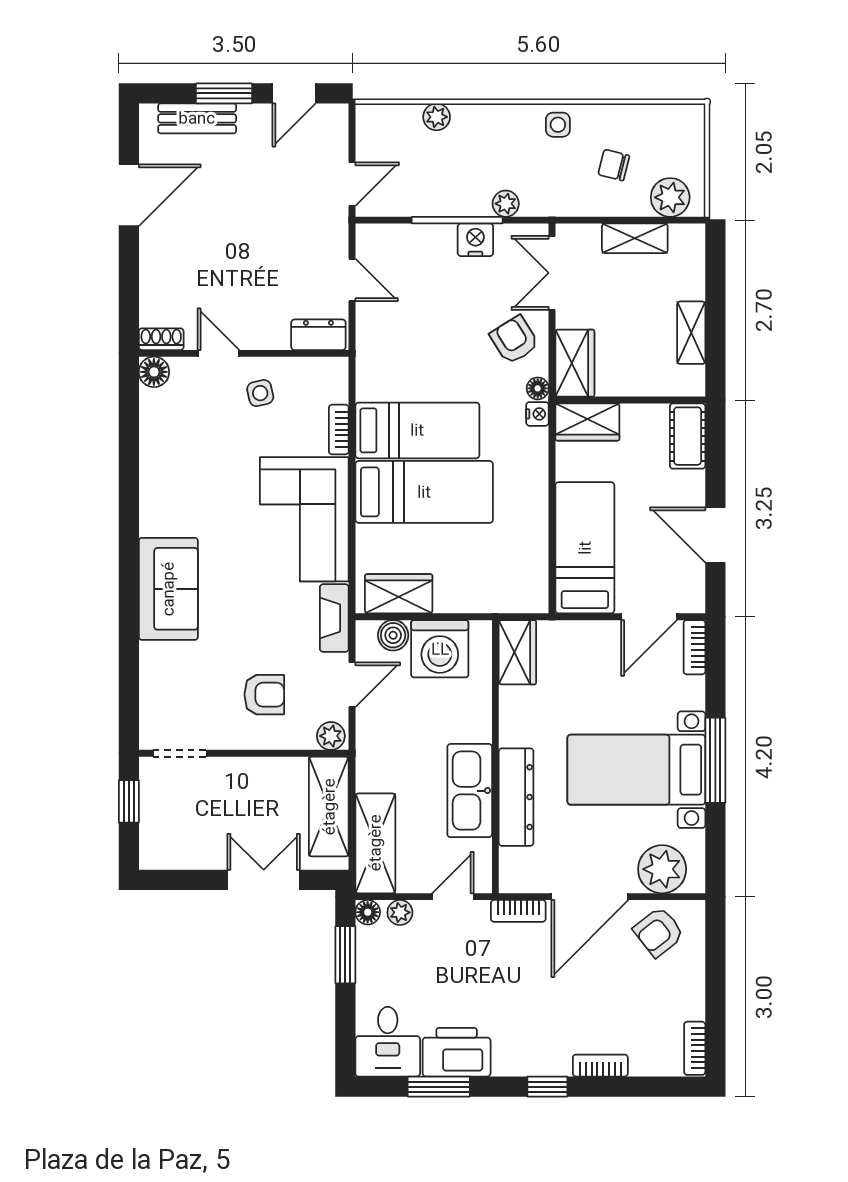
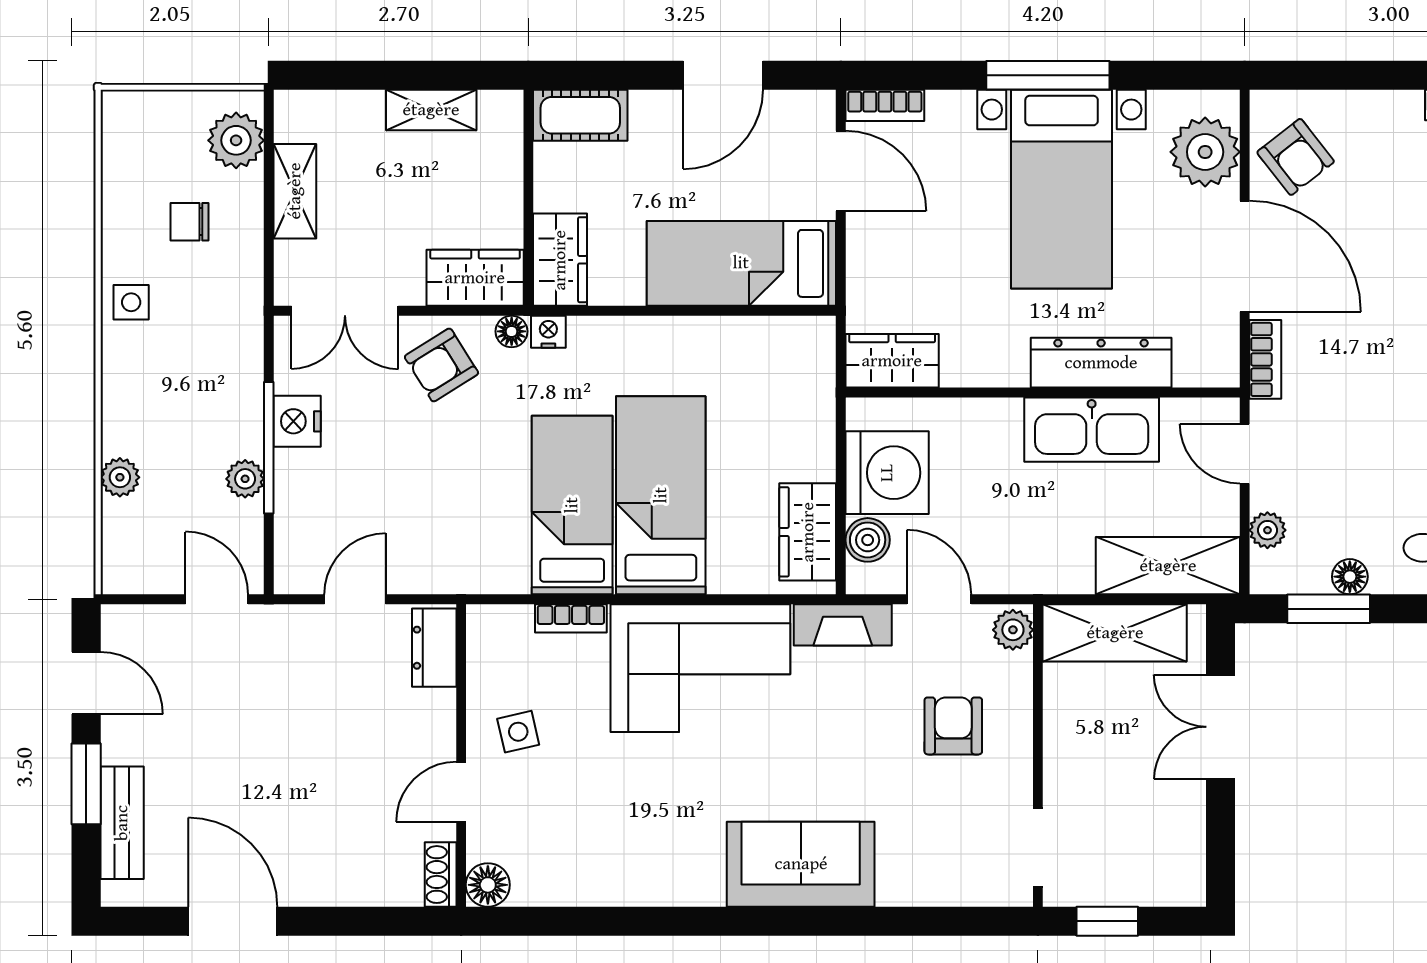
chair: (614, 165) -> (189, 222), turned 76
plant: (506, 204) -> (245, 479), moved
floor lamp: (368, 912) -> (1350, 577), moved

